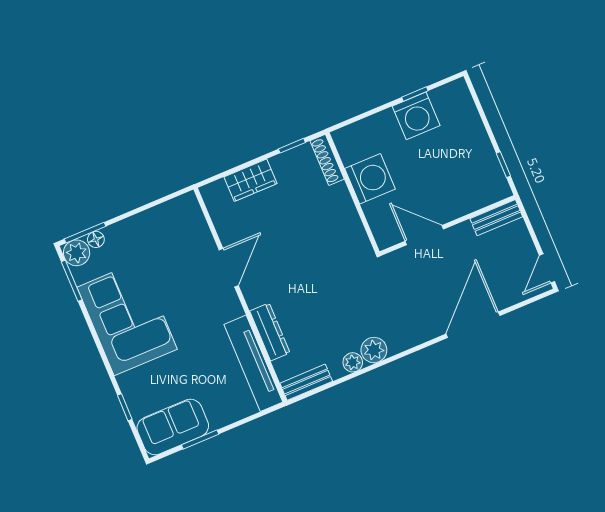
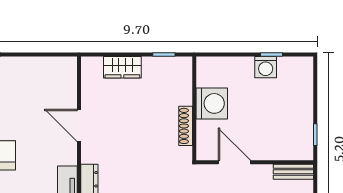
washing machine: (416, 116) -> (266, 67), width x0.73, depth x0.73
shoe rack: (327, 160) -> (186, 126), moved
door: (229, 268) -> (79, 125), swing flipped

